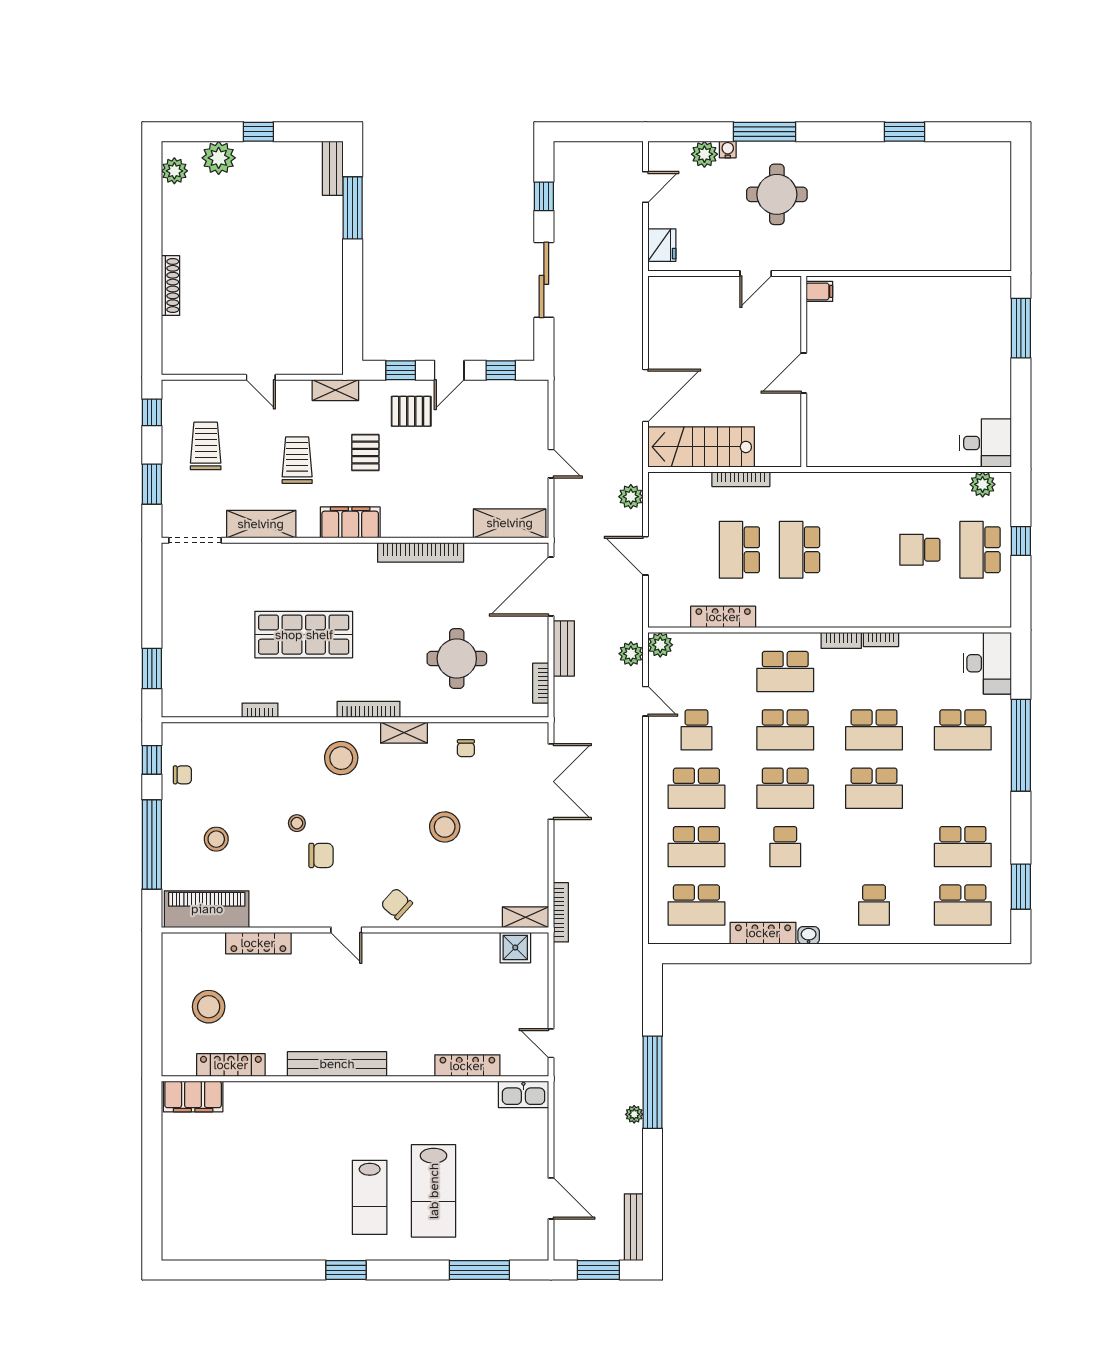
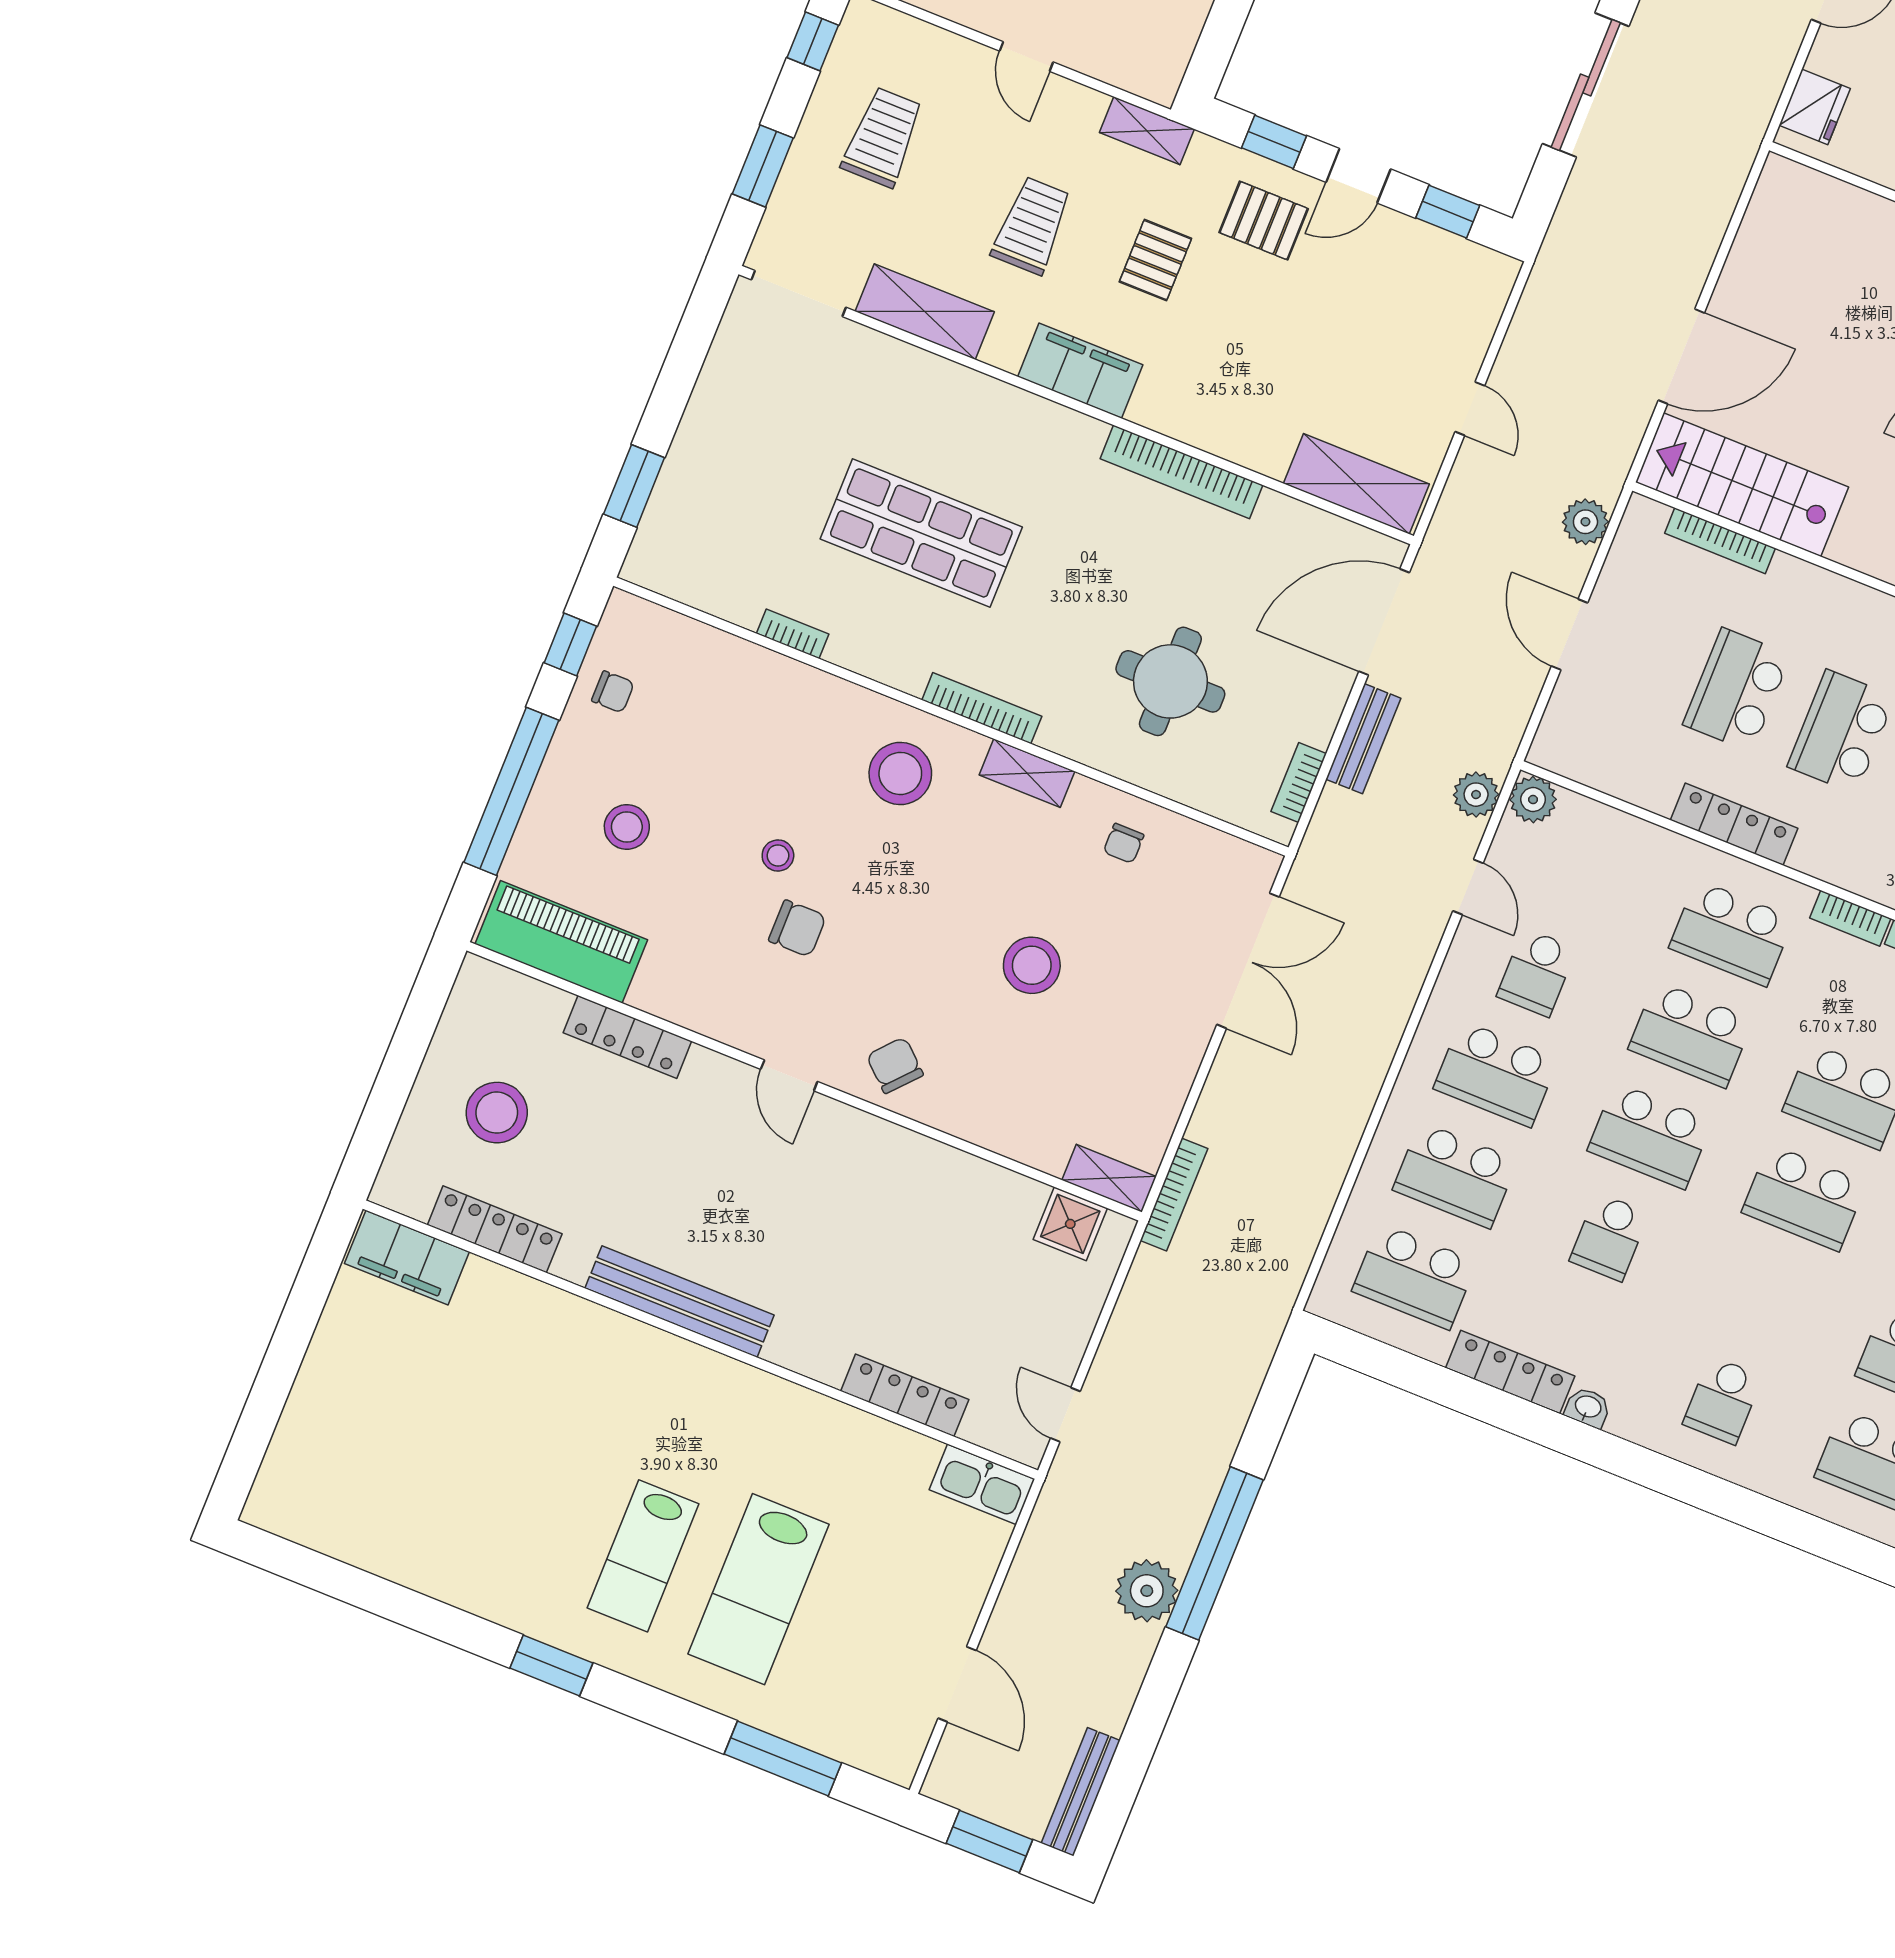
bookcase: (741, 479) -> (1720, 541), moved
locker: (723, 617) -> (1734, 824), moved
plant: (634, 1114) -> (1147, 1591), width x1.87, depth x1.87

